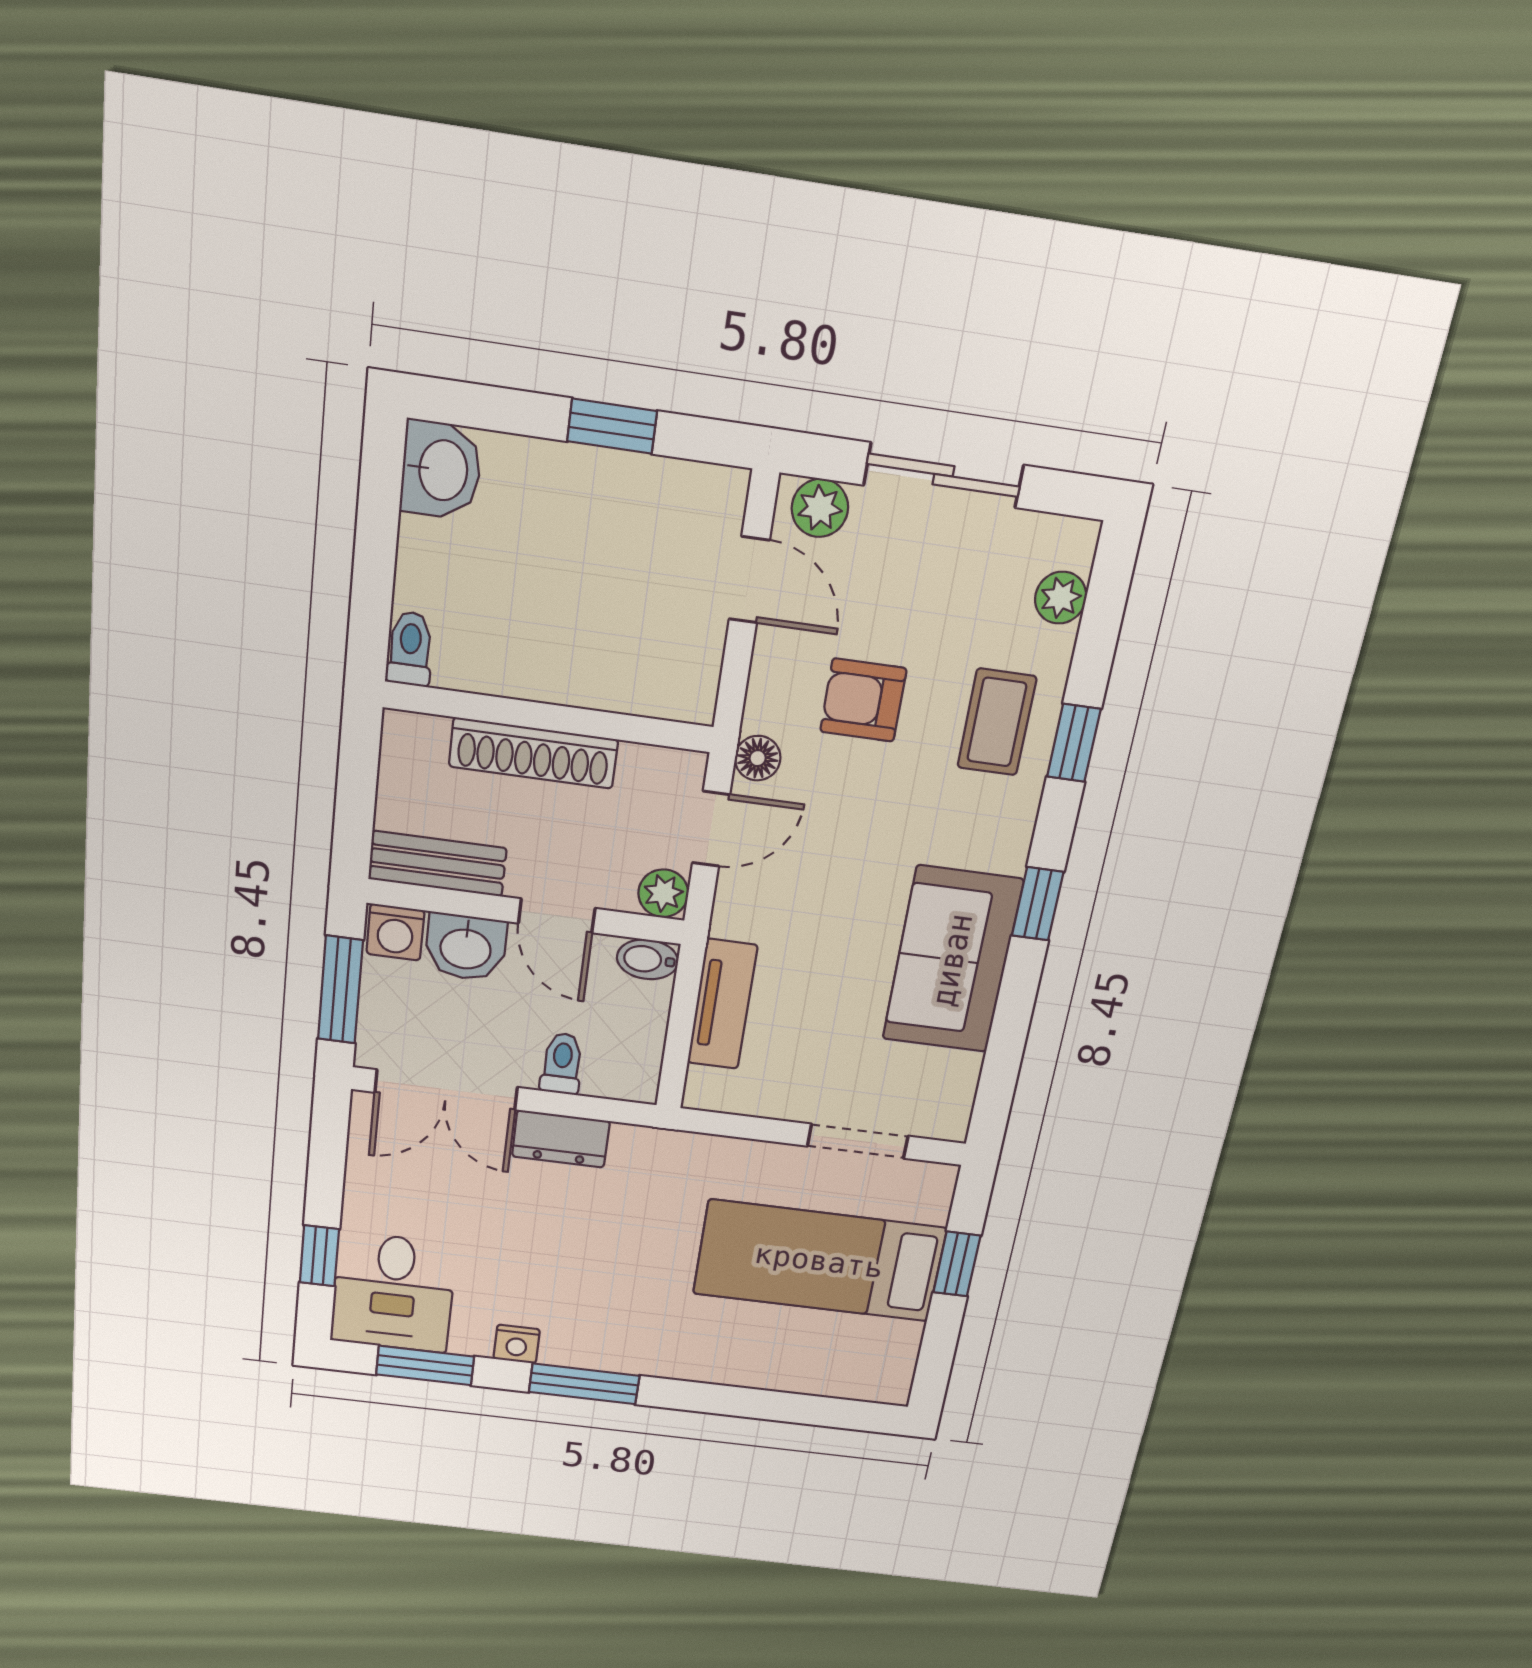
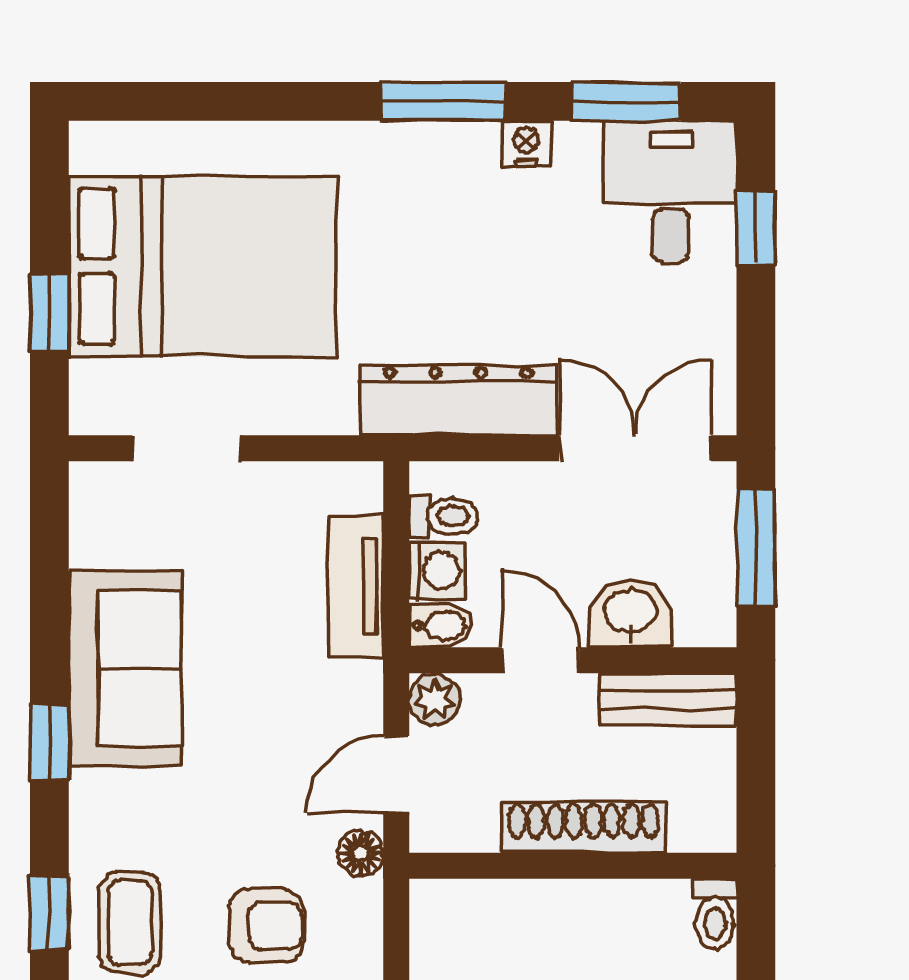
washing machine: (395, 932) -> (437, 571), moved, turned 90
toilet: (562, 1064) -> (444, 516), moved, turned -90
dresser: (561, 1139) -> (458, 400), width x1.96, depth x1.24
bed: (819, 1261) -> (203, 266), width x1.50

